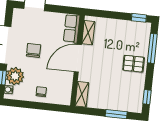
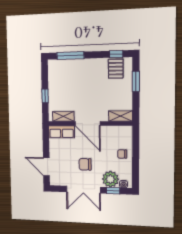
window: (139, 18) -> (45, 96), moved
pallet: (134, 64) -> (116, 69), moved

